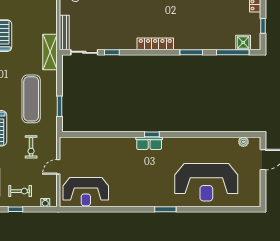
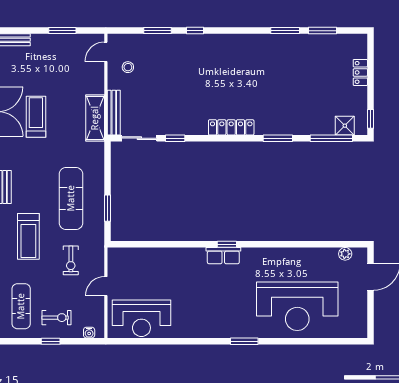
window: (263, 26) -> (370, 119), moved
shelving: (50, 52) -> (95, 118), moved

